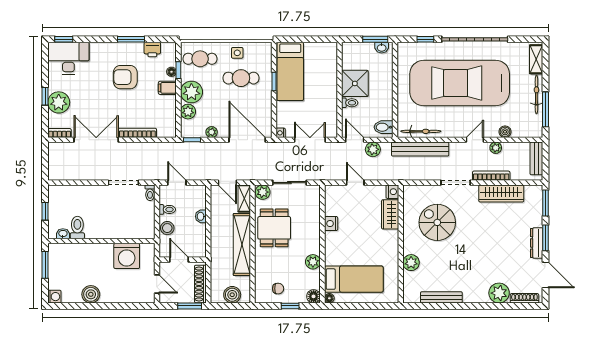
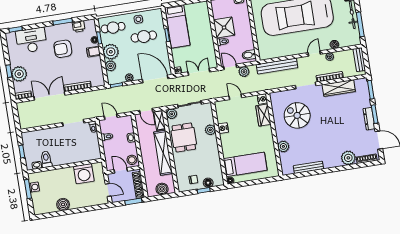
desk: (68, 58) -> (31, 40), moved
bicycle: (421, 131) -> (276, 54), removed
stool: (167, 228) -> (132, 160), moved
plant: (313, 262) -> (210, 130), moved
floor lamp: (314, 296) -> (208, 183), moved
washing machine: (54, 297) -> (34, 187), moved

